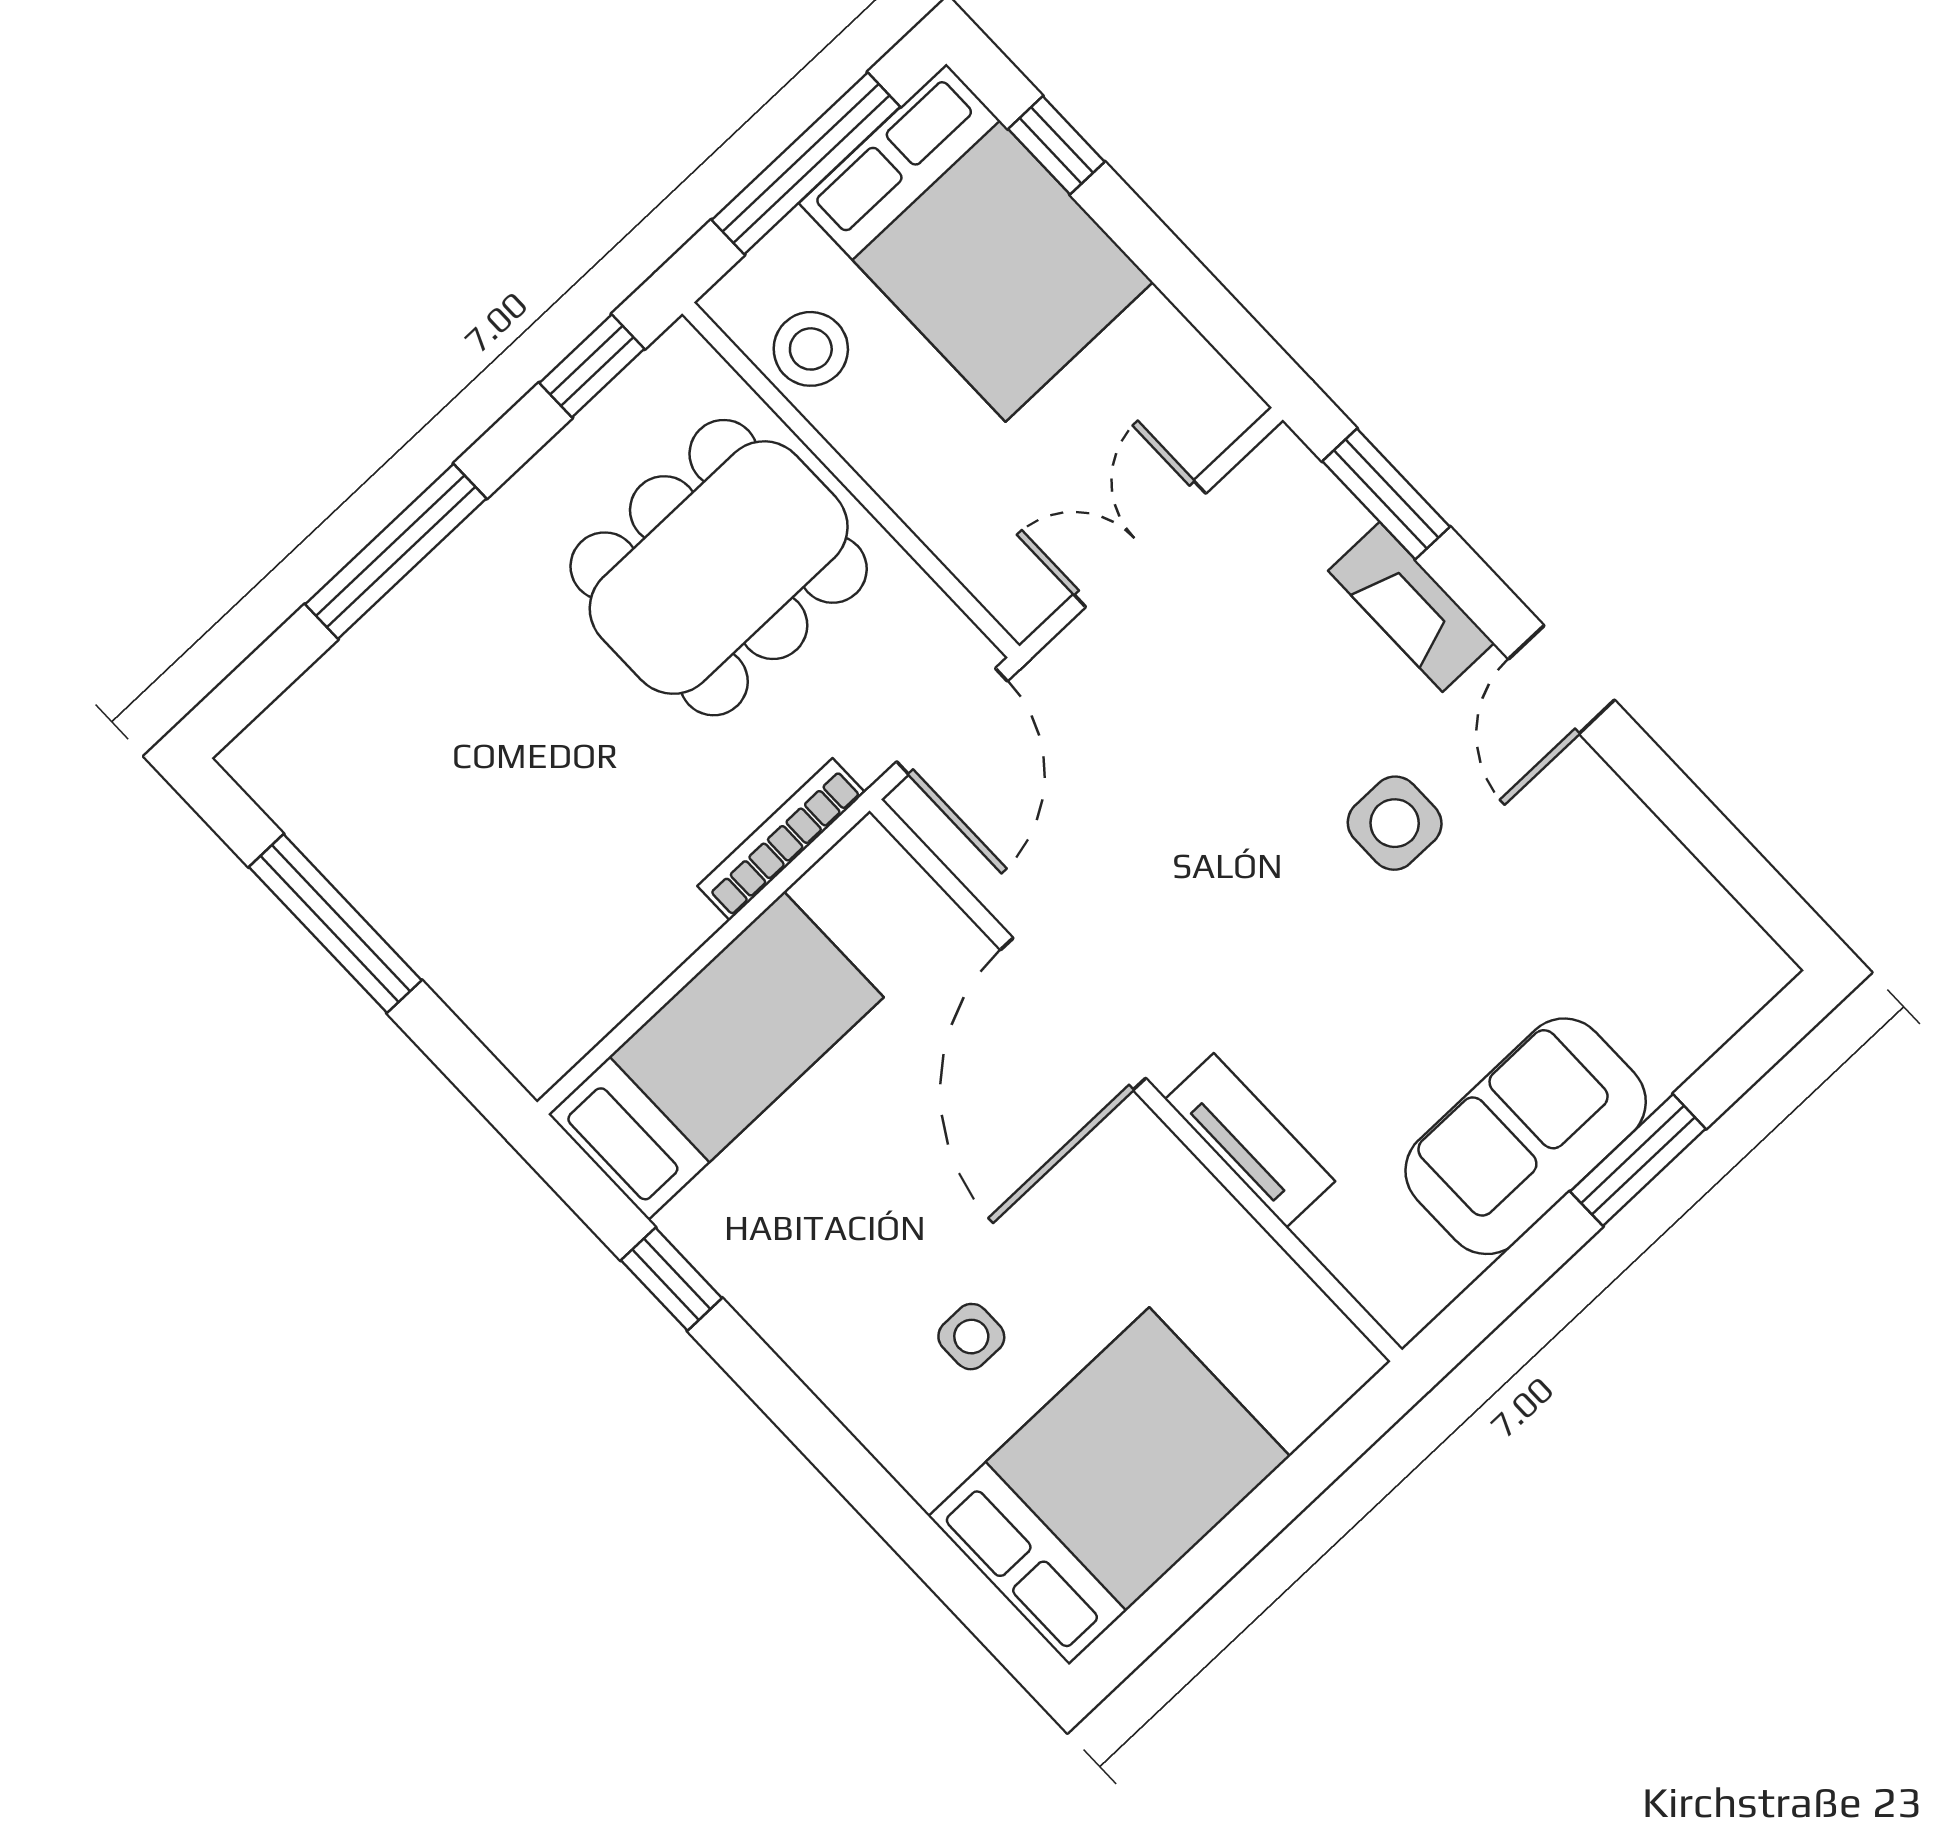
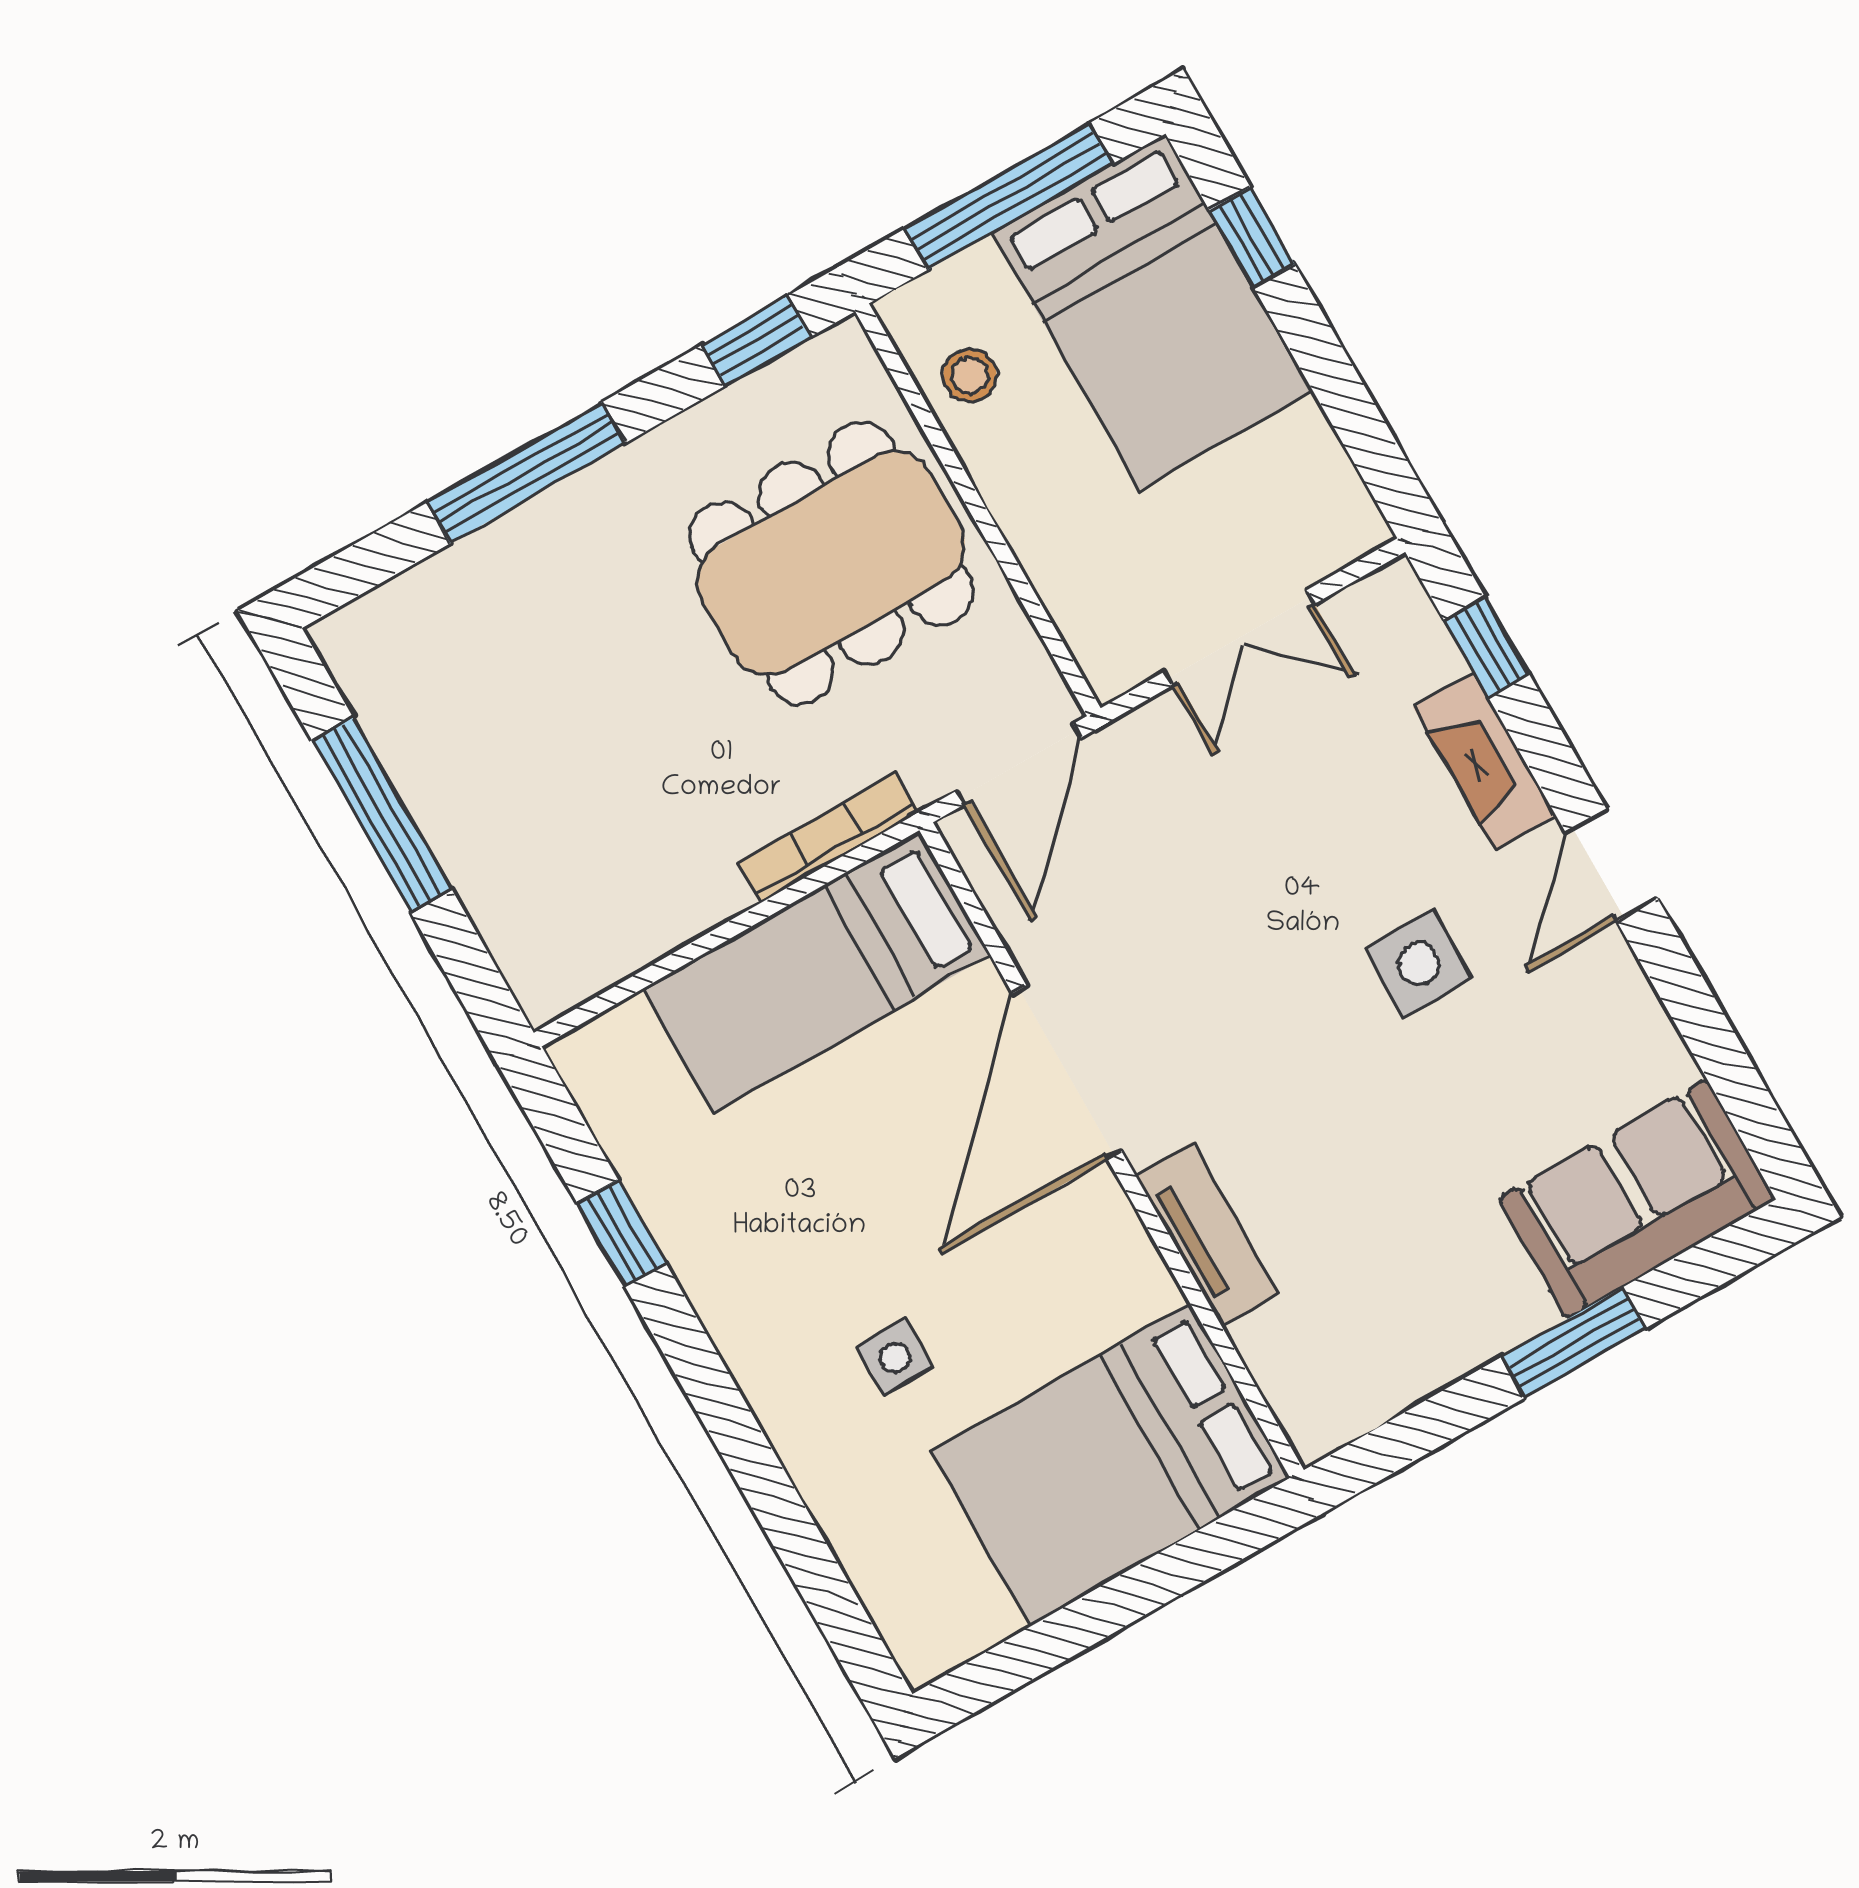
stool: (811, 349) -> (970, 375), width x0.73, depth x0.73
window: (1386, 494) -> (1487, 647), width x0.67
double door: (1140, 544) -> (1239, 638), swing flipped
bed: (716, 1056) -> (817, 972), moved, turned 180
sofa: (1526, 1136) -> (1637, 1199), moved
bed: (1109, 1486) -> (1110, 1465), moved, turned 180

